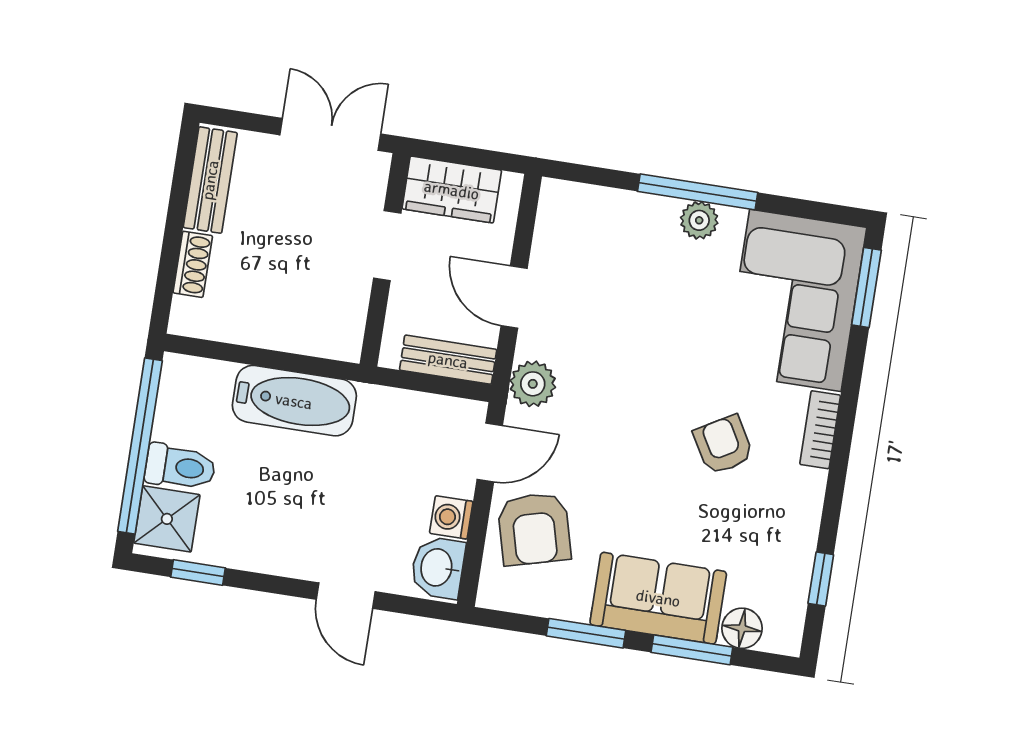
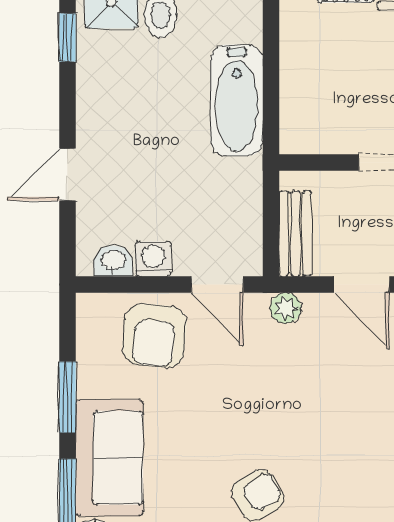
door: (514, 297) -> (362, 285), swing flipped
plant: (533, 384) -> (286, 308), width x0.73, depth x0.73
armchair: (534, 529) -> (154, 336), turned -69
washbasin: (438, 568) -> (113, 261), width x0.72, depth x0.69

